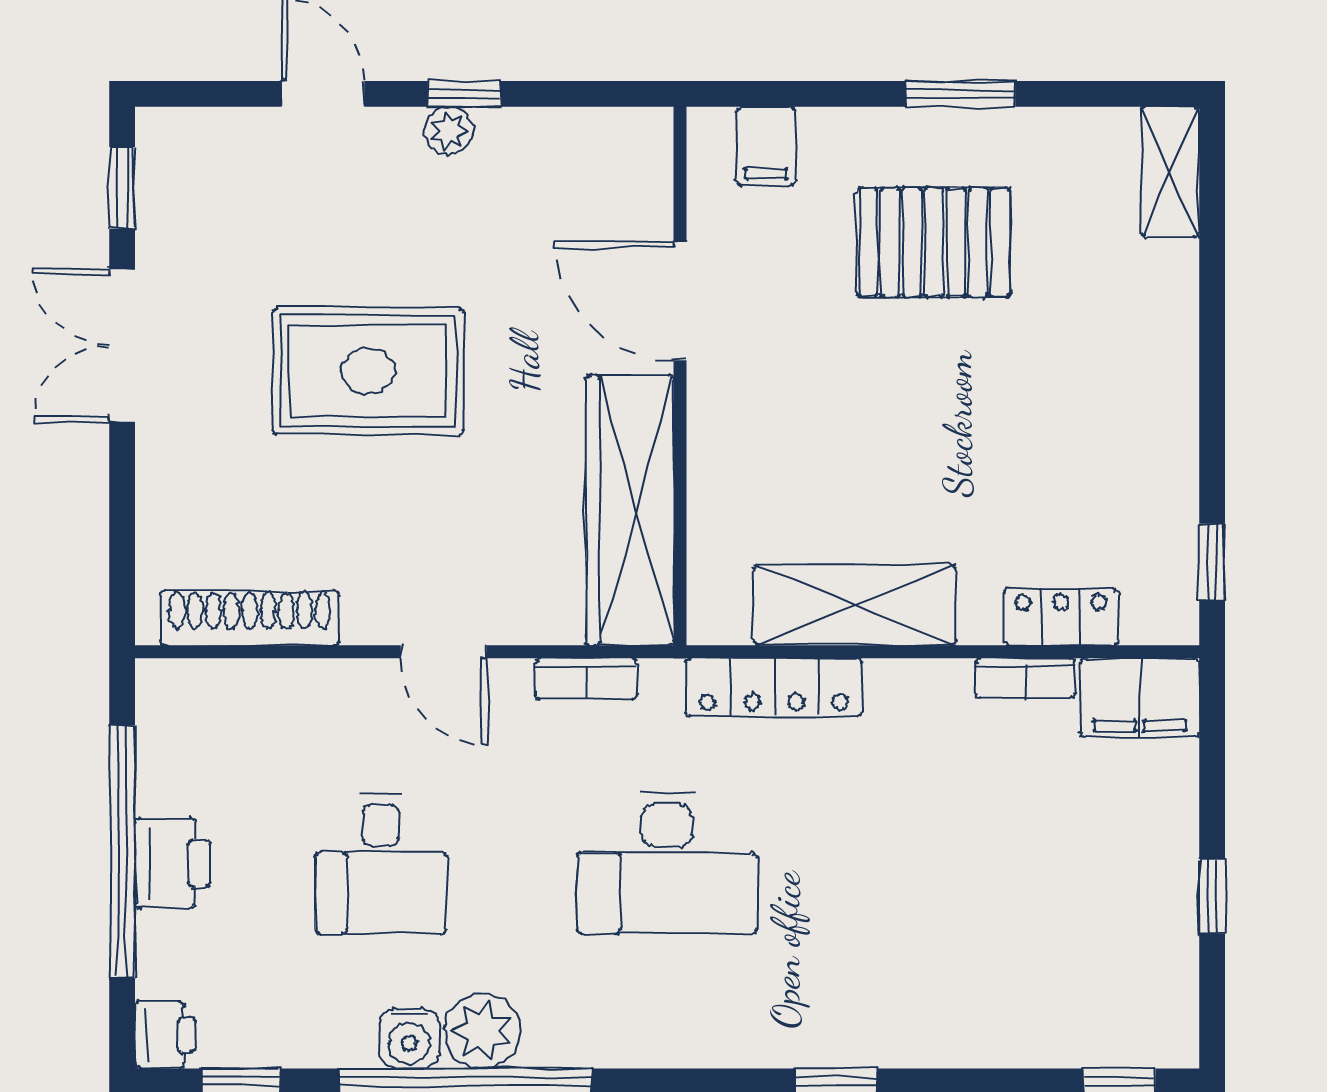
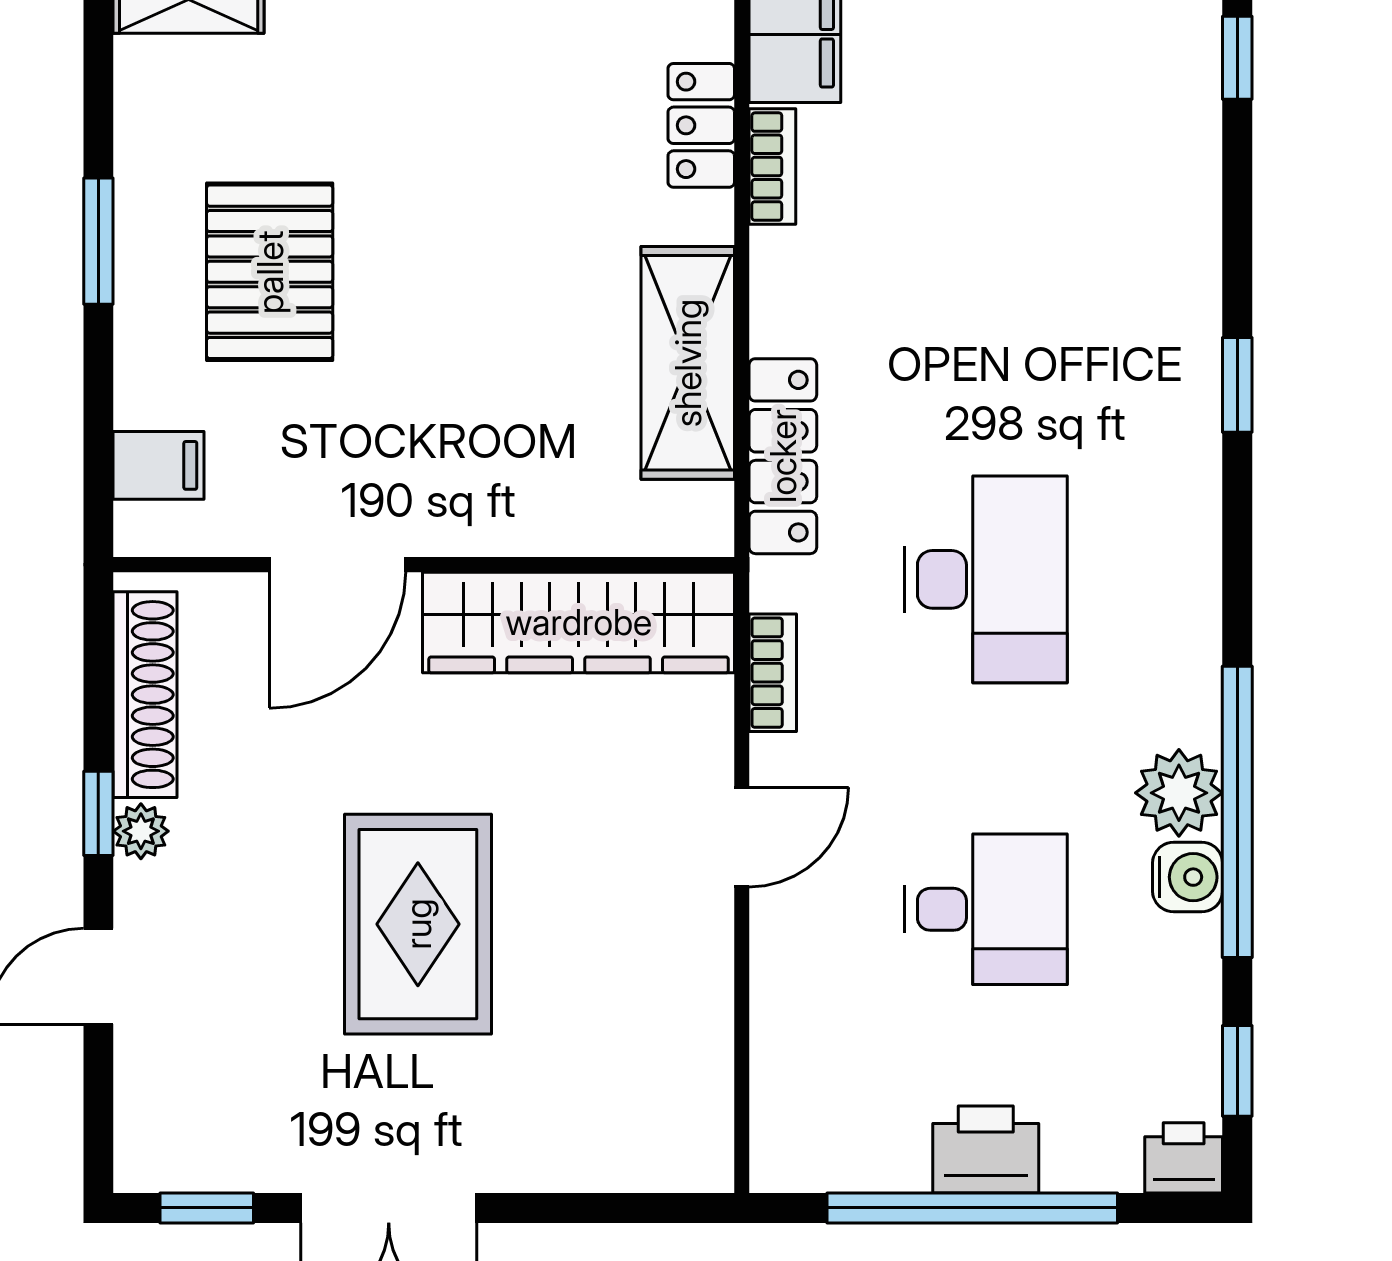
shoe rack: (250, 618) -> (145, 695), moved, turned 180

